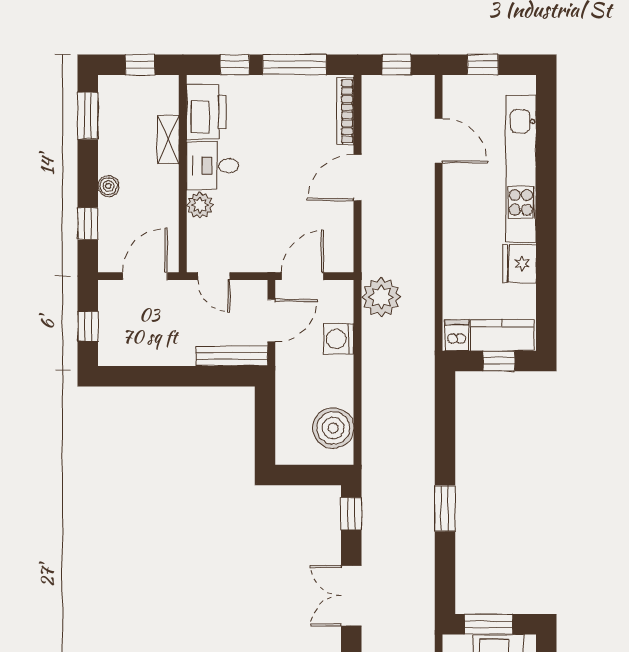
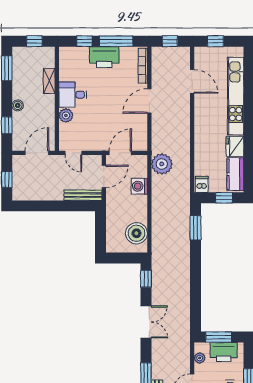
printer: (206, 112) -> (104, 57), moved, turned 90
kitchen counter: (502, 335) -> (235, 174), moved, turned -90
window: (445, 508) -> (195, 228), moved
double door: (351, 596) -> (146, 322), swing flipped

